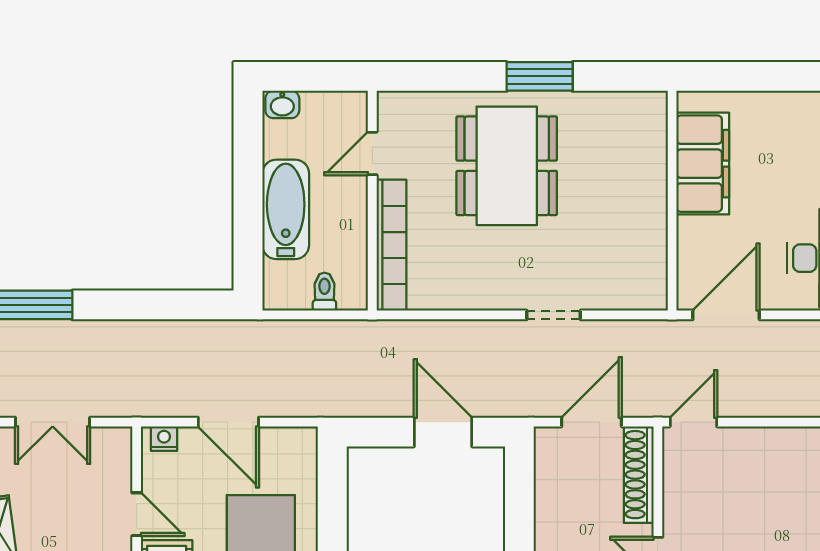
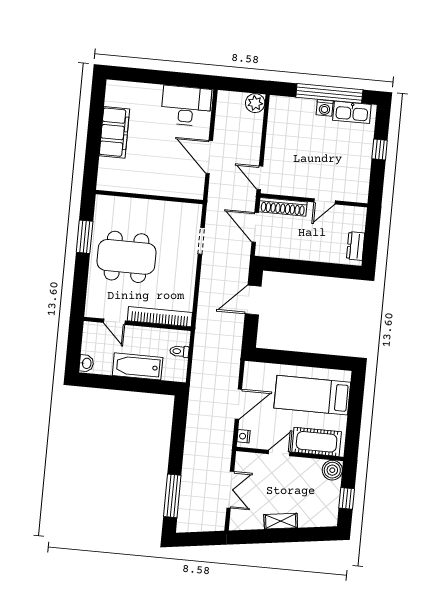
filing cabinet: (703, 164) -> (114, 132), moved, turned 90
wall: (672, 201) -> (149, 197), moved

